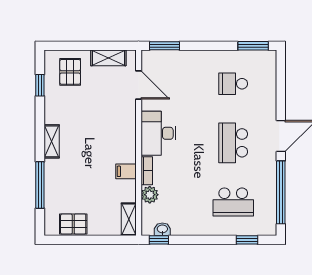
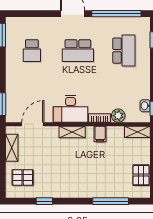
window: (40, 85) -> (44, 201), moved
shelving: (52, 141) -> (72, 132), moved

